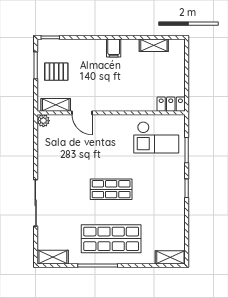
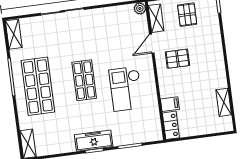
filing cabinet: (114, 48) -> (170, 104), moved, turned 180
pallet: (101, 88) -> (177, 59), added
checkout: (156, 137) -> (126, 89), moved
freezer: (176, 188) -> (94, 141), added

